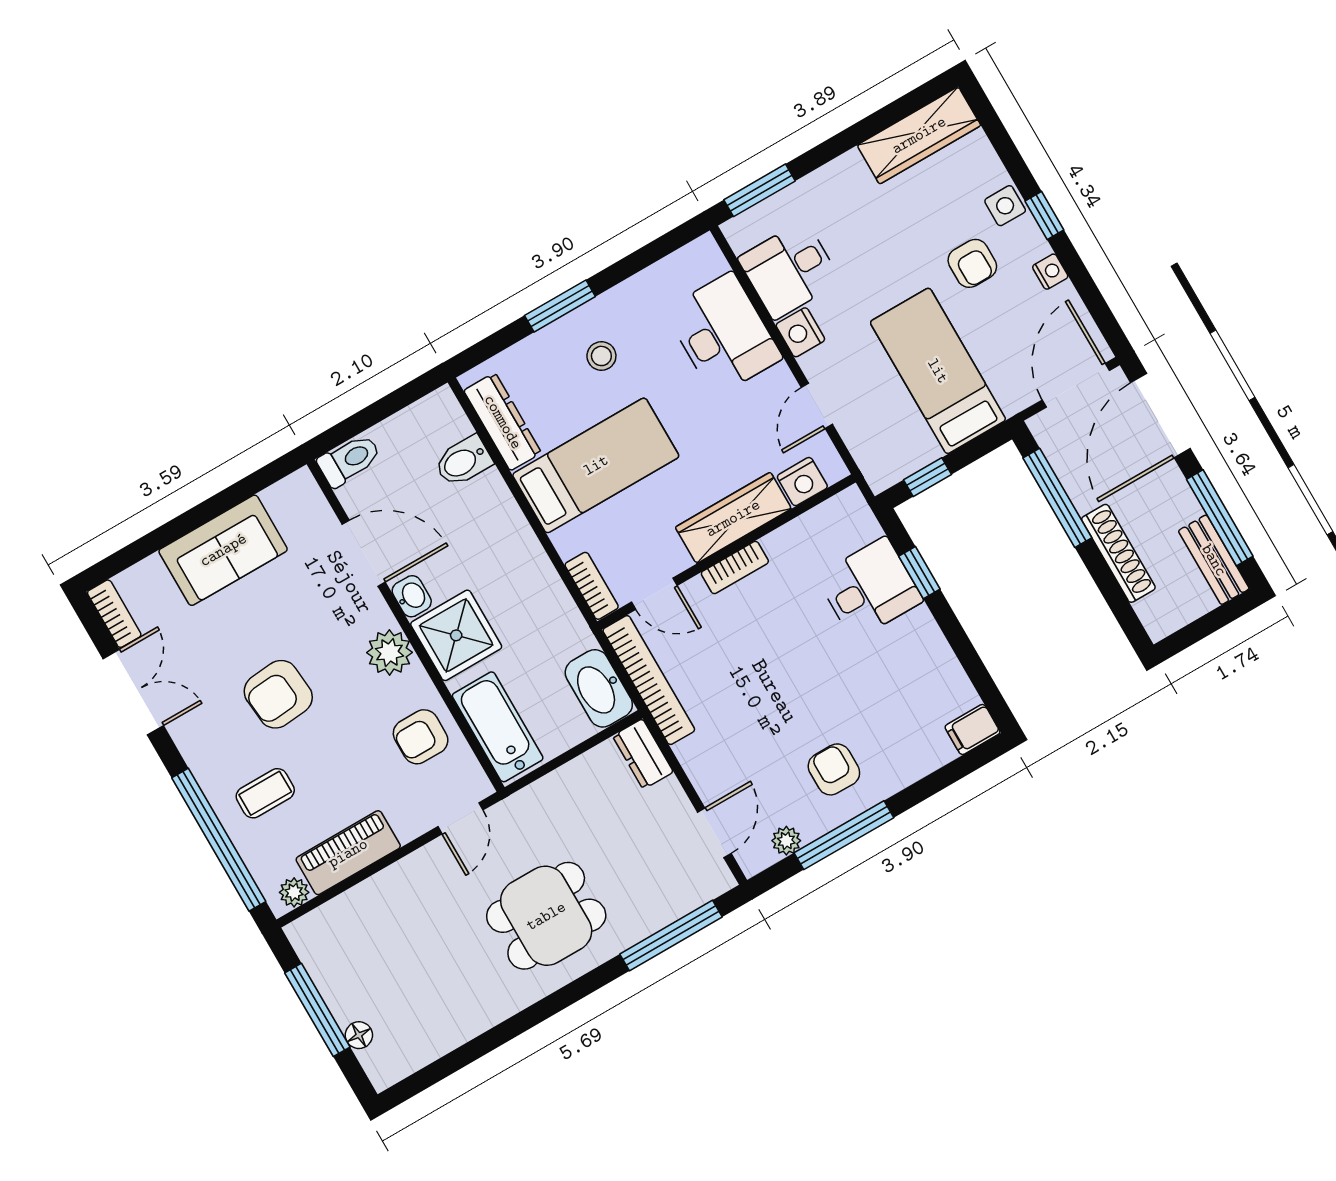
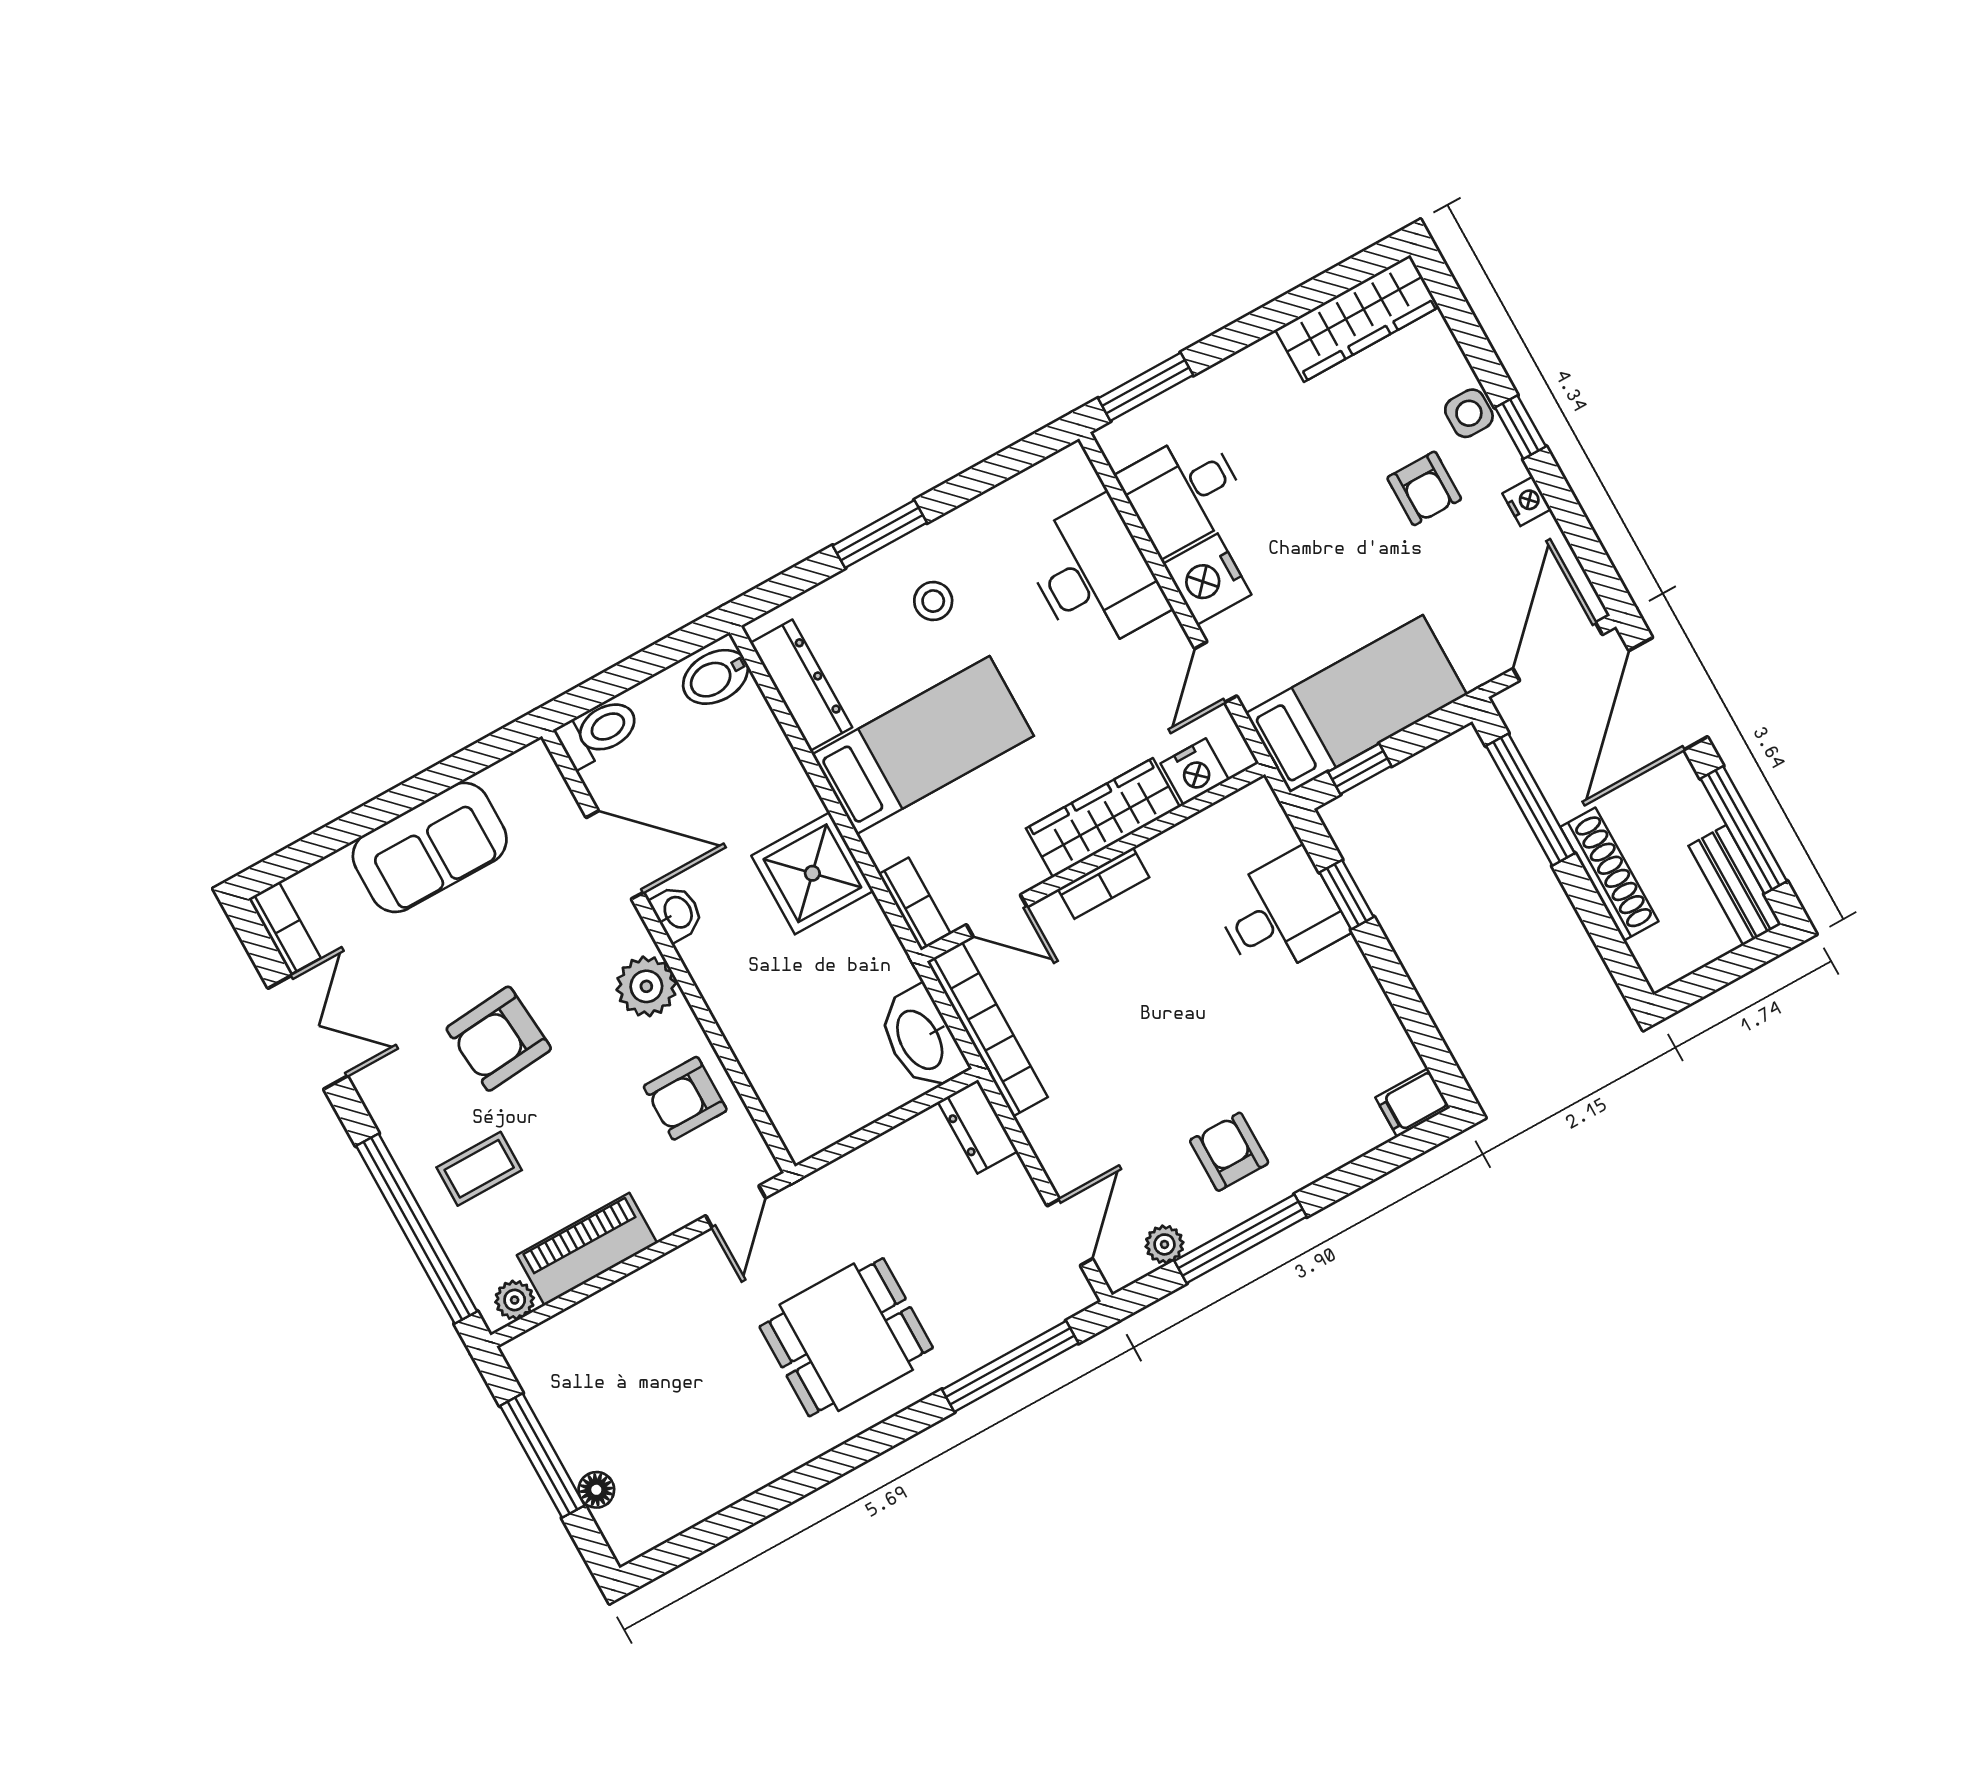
nightstand: (800, 332) -> (1207, 579), width x1.36, depth x1.33
bed: (938, 371) -> (1356, 704), moved, turned 90
bidet: (463, 461) -> (715, 677), moved
shower: (456, 635) -> (812, 873), moved
bathtub: (498, 727) -> (787, 1087), removed

